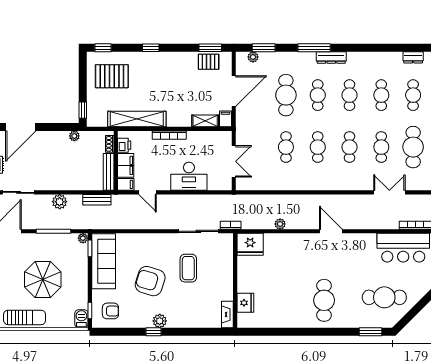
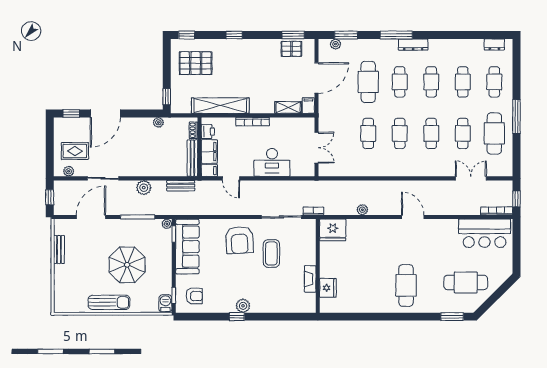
armchair: (150, 281) -> (239, 240), moved, turned -110
fireplace: (227, 314) -> (310, 279), moved

